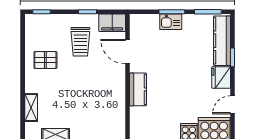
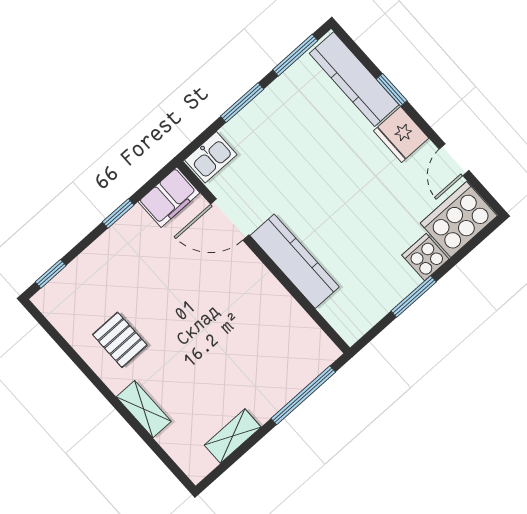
kitchen sink: (171, 22) -> (211, 157), moved
trolley: (80, 42) -> (147, 267), removed
pallet: (45, 60) -> (120, 340), turned 90
kitchen counter: (138, 89) -> (295, 261), width x1.50
shelving: (31, 108) -> (144, 409), moved

